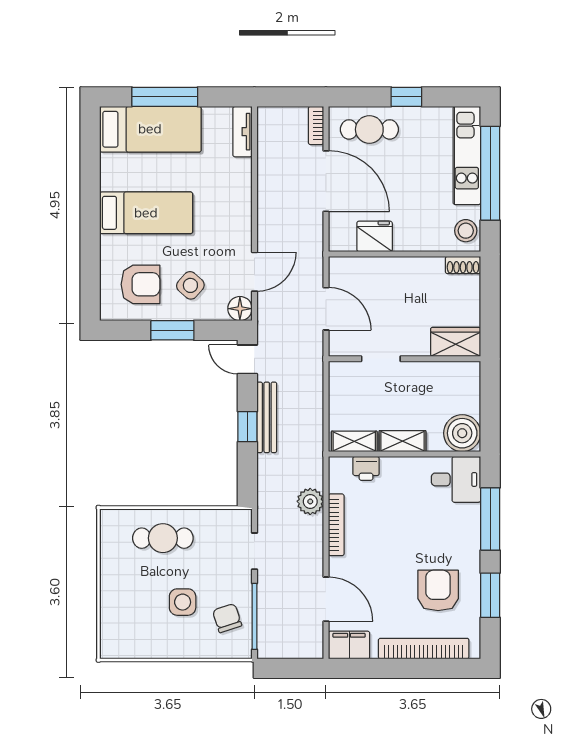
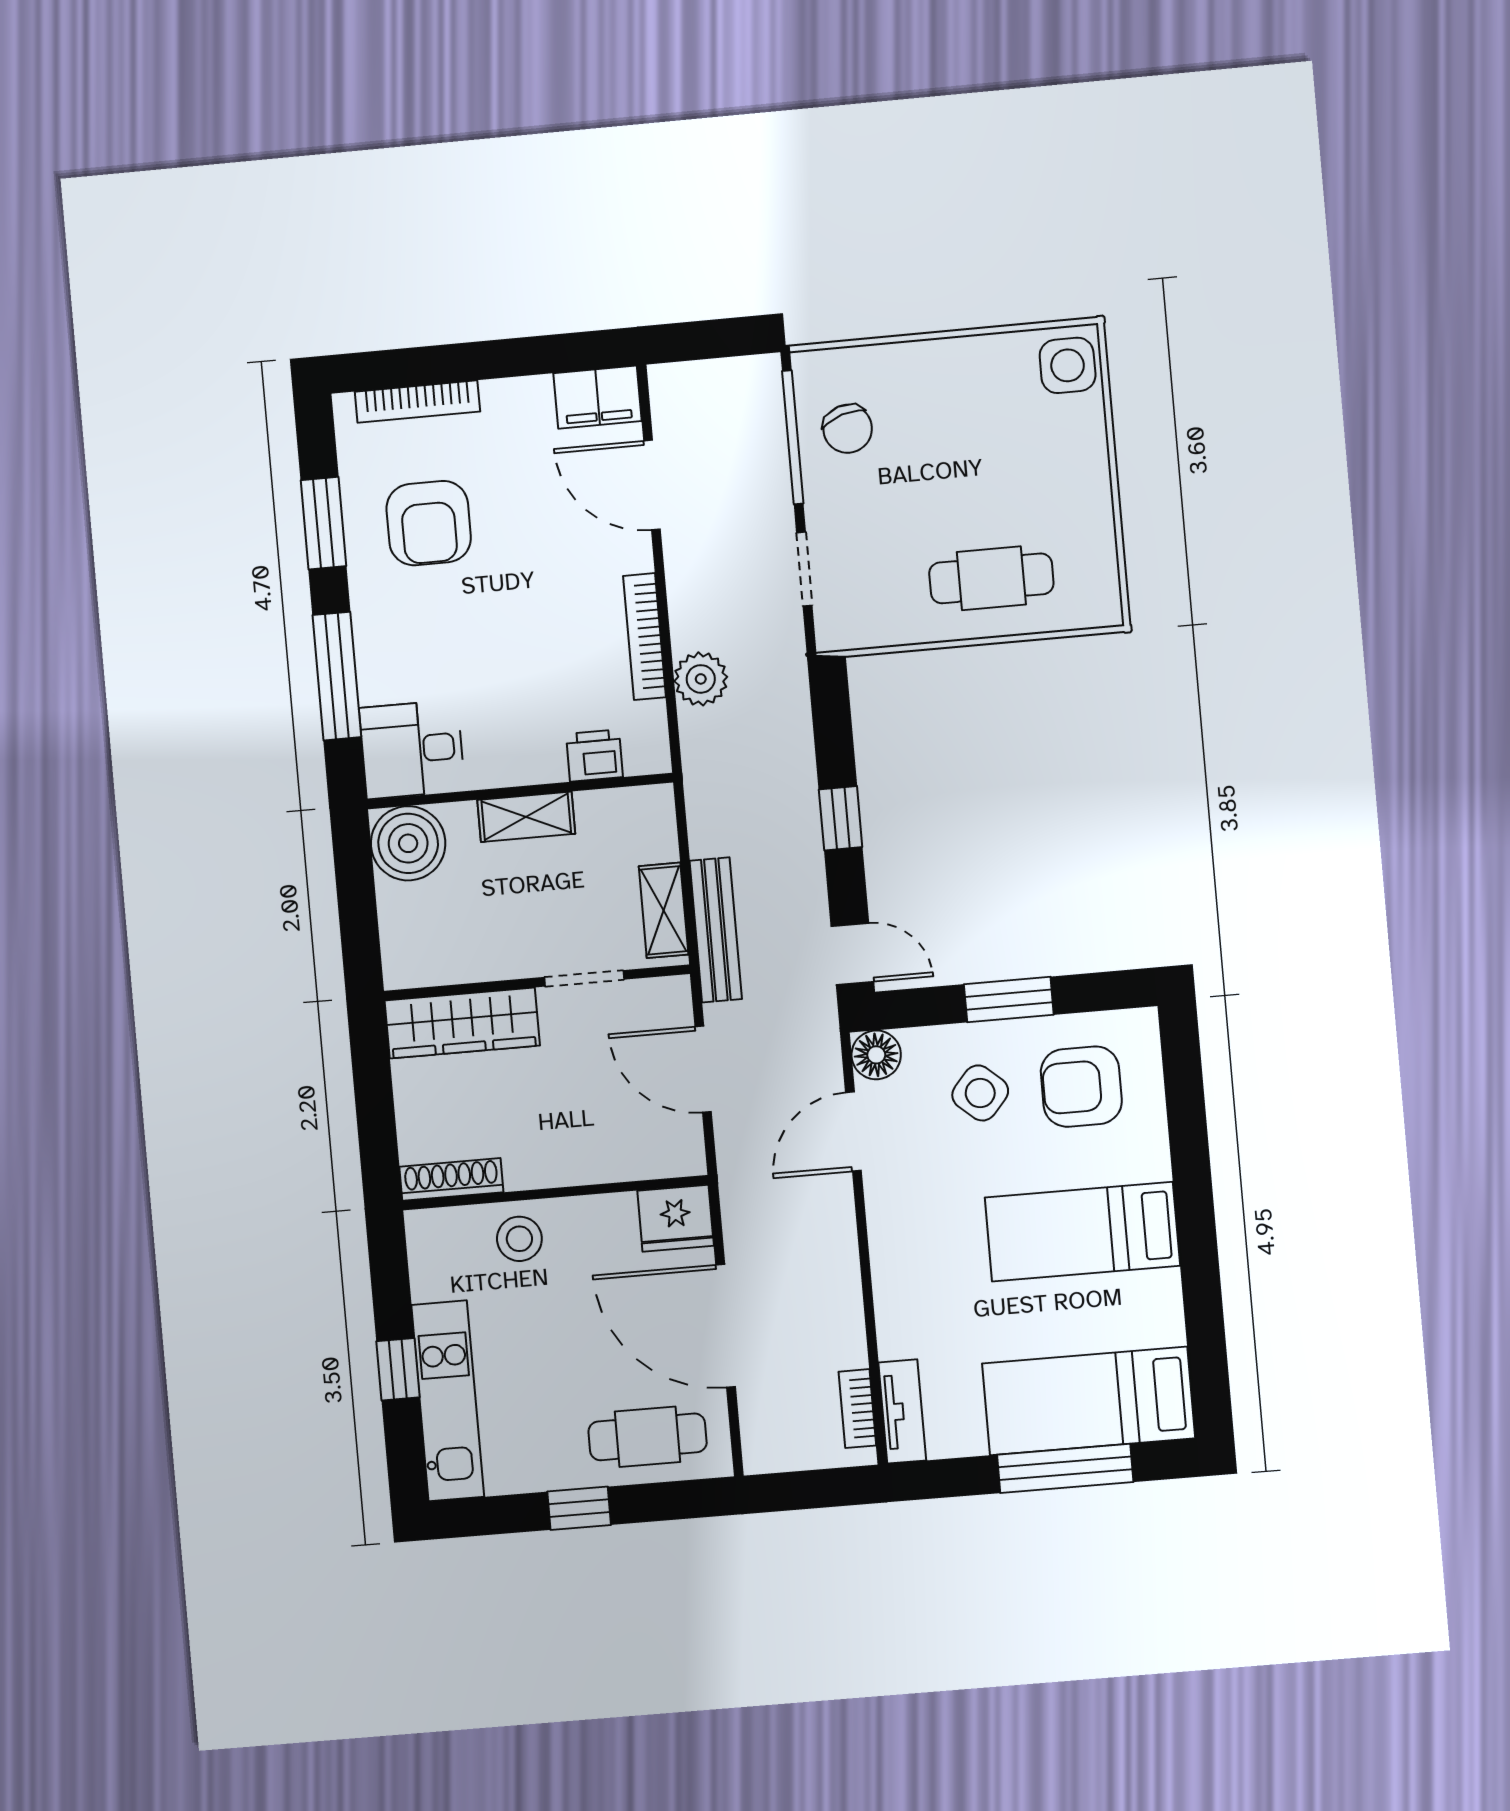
bookcase: (316, 125) -> (857, 1409), moved, turned 180
window: (490, 173) -> (398, 1369), width x0.32
stool: (466, 231) -> (519, 1239), moved
fridge: (375, 236) -> (676, 1218), moved
shoe rack: (463, 265) -> (451, 1179), width x1.43
wardrobe: (456, 342) -> (462, 1023), width x1.50
bench: (267, 417) -> (716, 930), moved
shelving: (354, 441) -> (664, 910), moved, turned 90
side table: (183, 602) -> (1068, 365), moved
bookcase: (424, 649) -> (417, 402), width x0.68, depth x0.76

